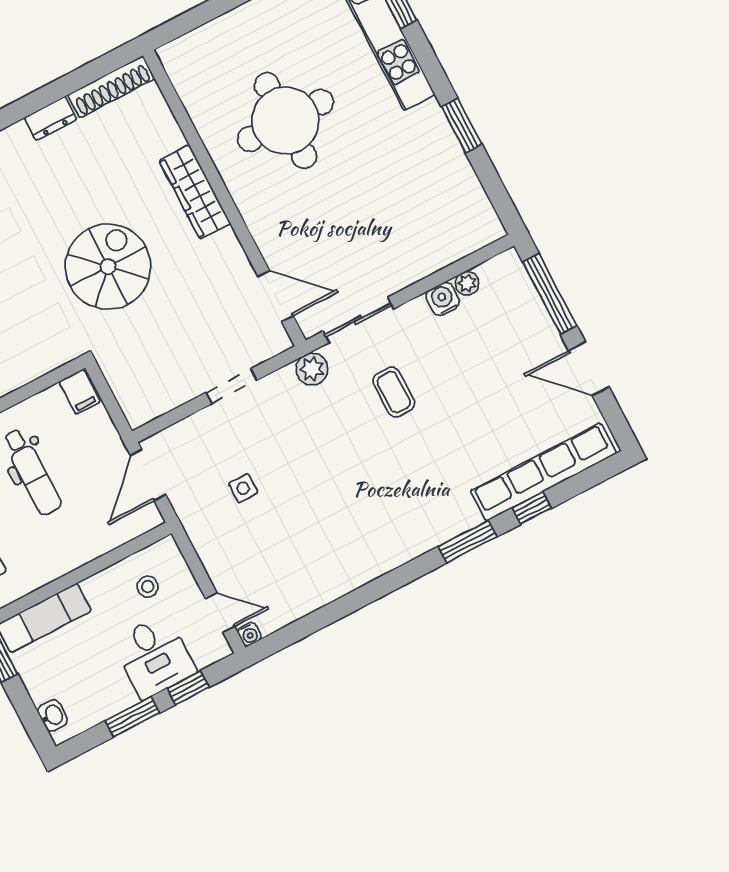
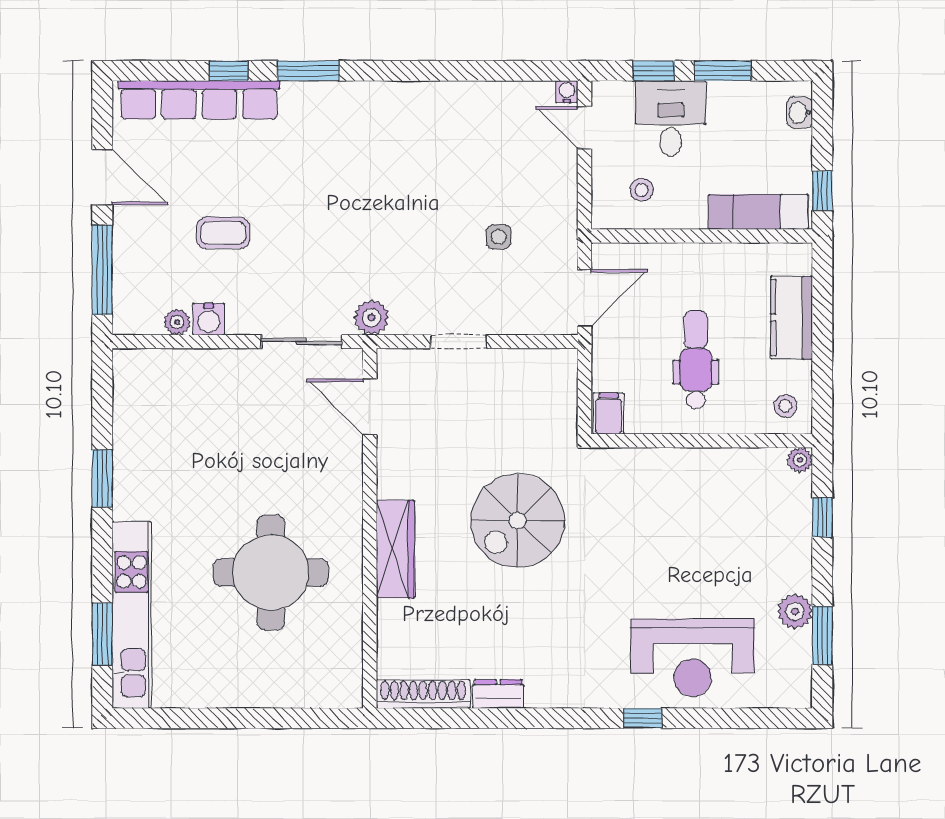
coffee table: (394, 392) -> (223, 233), moved, turned 90

